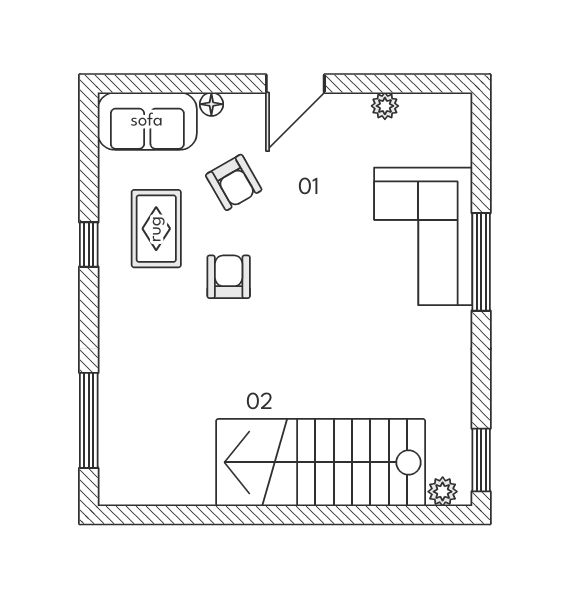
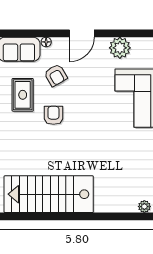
plant: (385, 106) -> (120, 48), width x1.87, depth x1.87
stairs: (321, 462) -> (49, 194), moved

